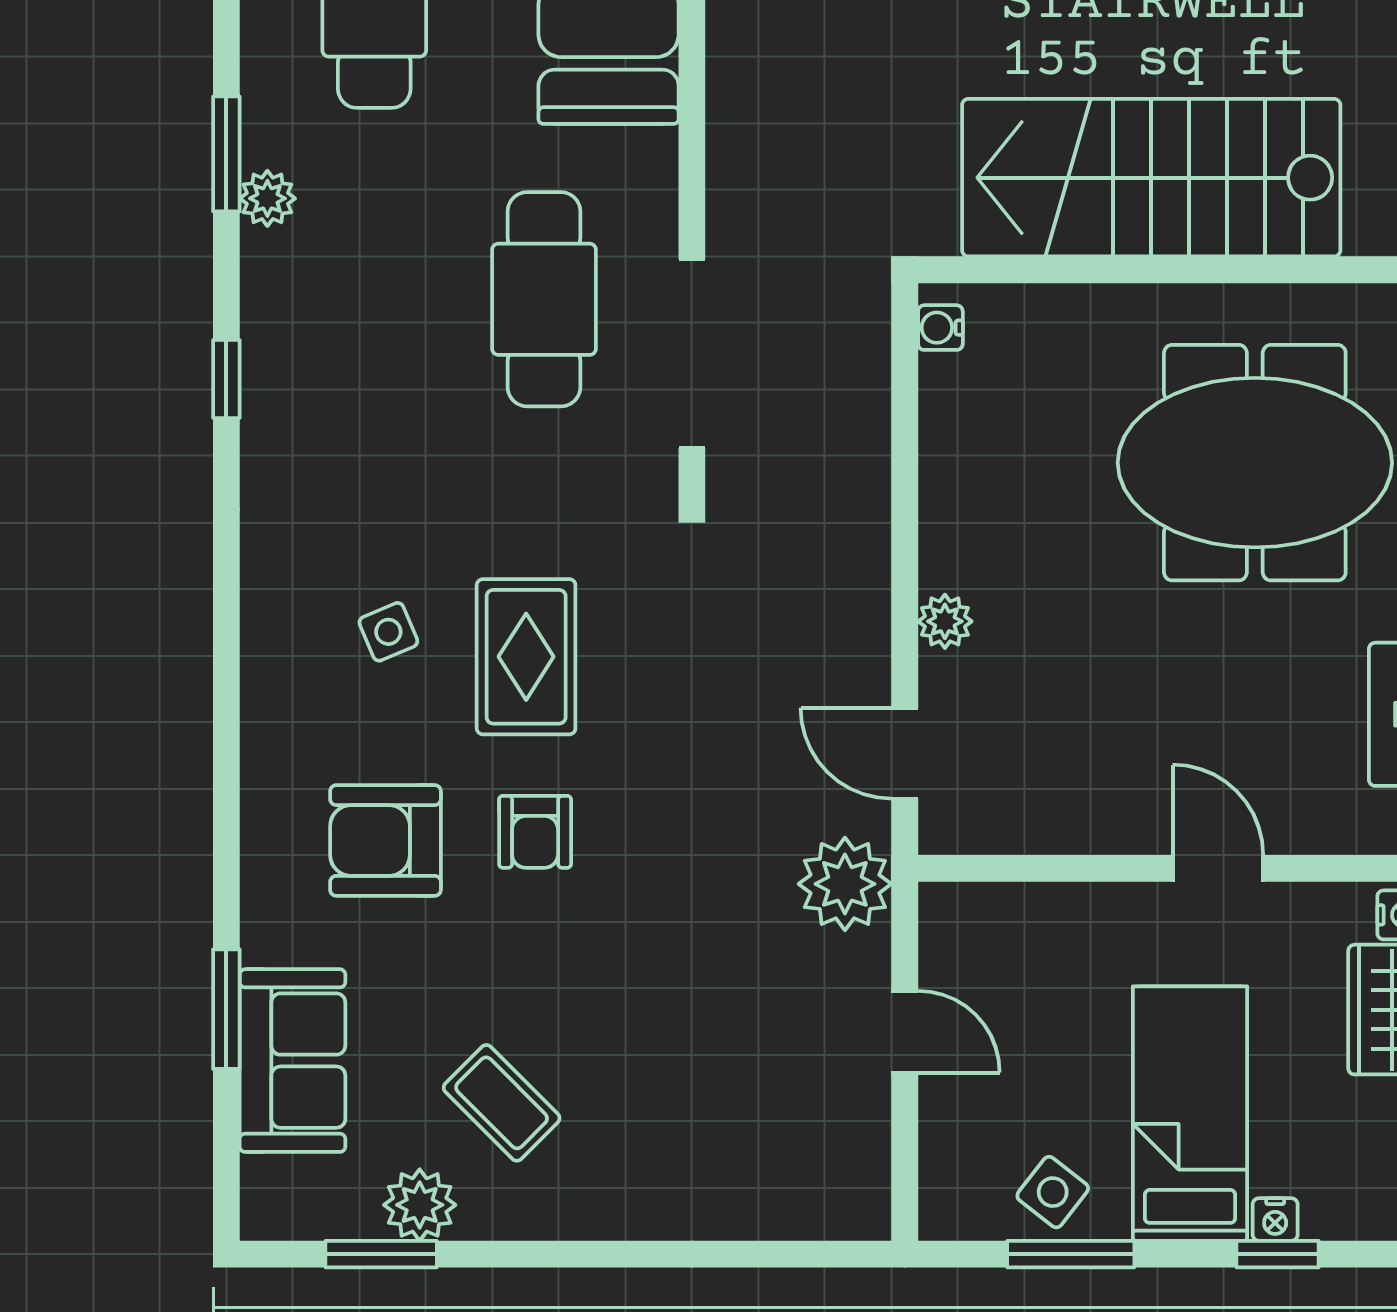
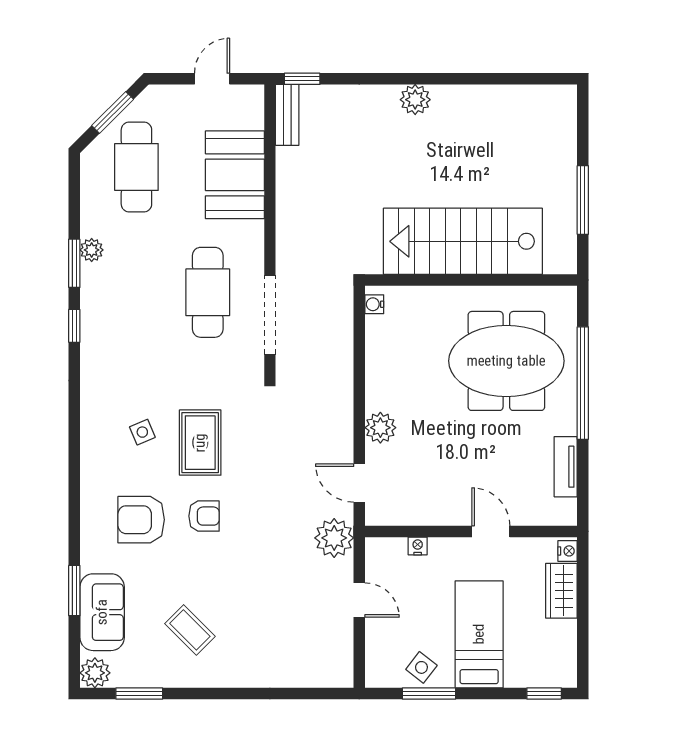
window: (226, 154) -> (74, 263), moved
plant: (945, 621) -> (380, 428), width x1.38, depth x1.38
armchair: (535, 832) -> (204, 516), turned -90
plant: (420, 1205) -> (95, 673), moved
nightstand: (1275, 1219) -> (418, 546), moved, turned 180
window: (1278, 1254) -> (544, 693), moved

